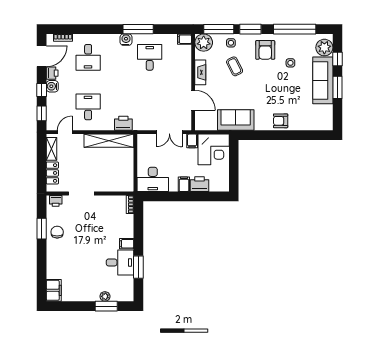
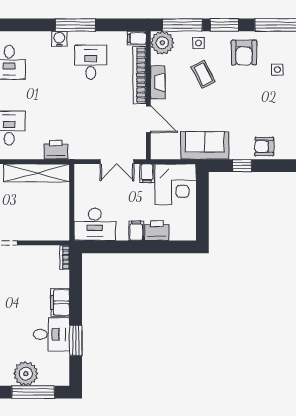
bookcase: (186, 67) -> (140, 75), added
window: (264, 135) -> (242, 166), added
filing cabinet: (127, 244) -> (60, 302), width x2.00
plant: (105, 296) -> (26, 374), width x1.88, depth x1.88
window: (106, 306) -> (33, 392), width x1.44

